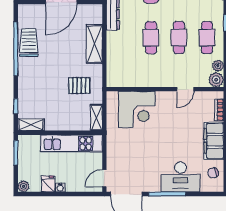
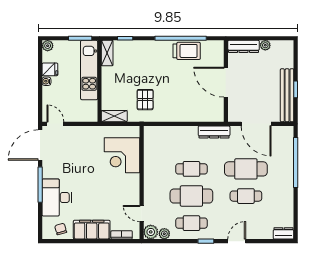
cafe table: (179, 38) -> (191, 196), width x1.37, depth x1.35
shelving: (94, 44) -> (185, 114), removed
door: (185, 89) -> (142, 214), moved
kitchen unit: (71, 143) -> (89, 70), moved

